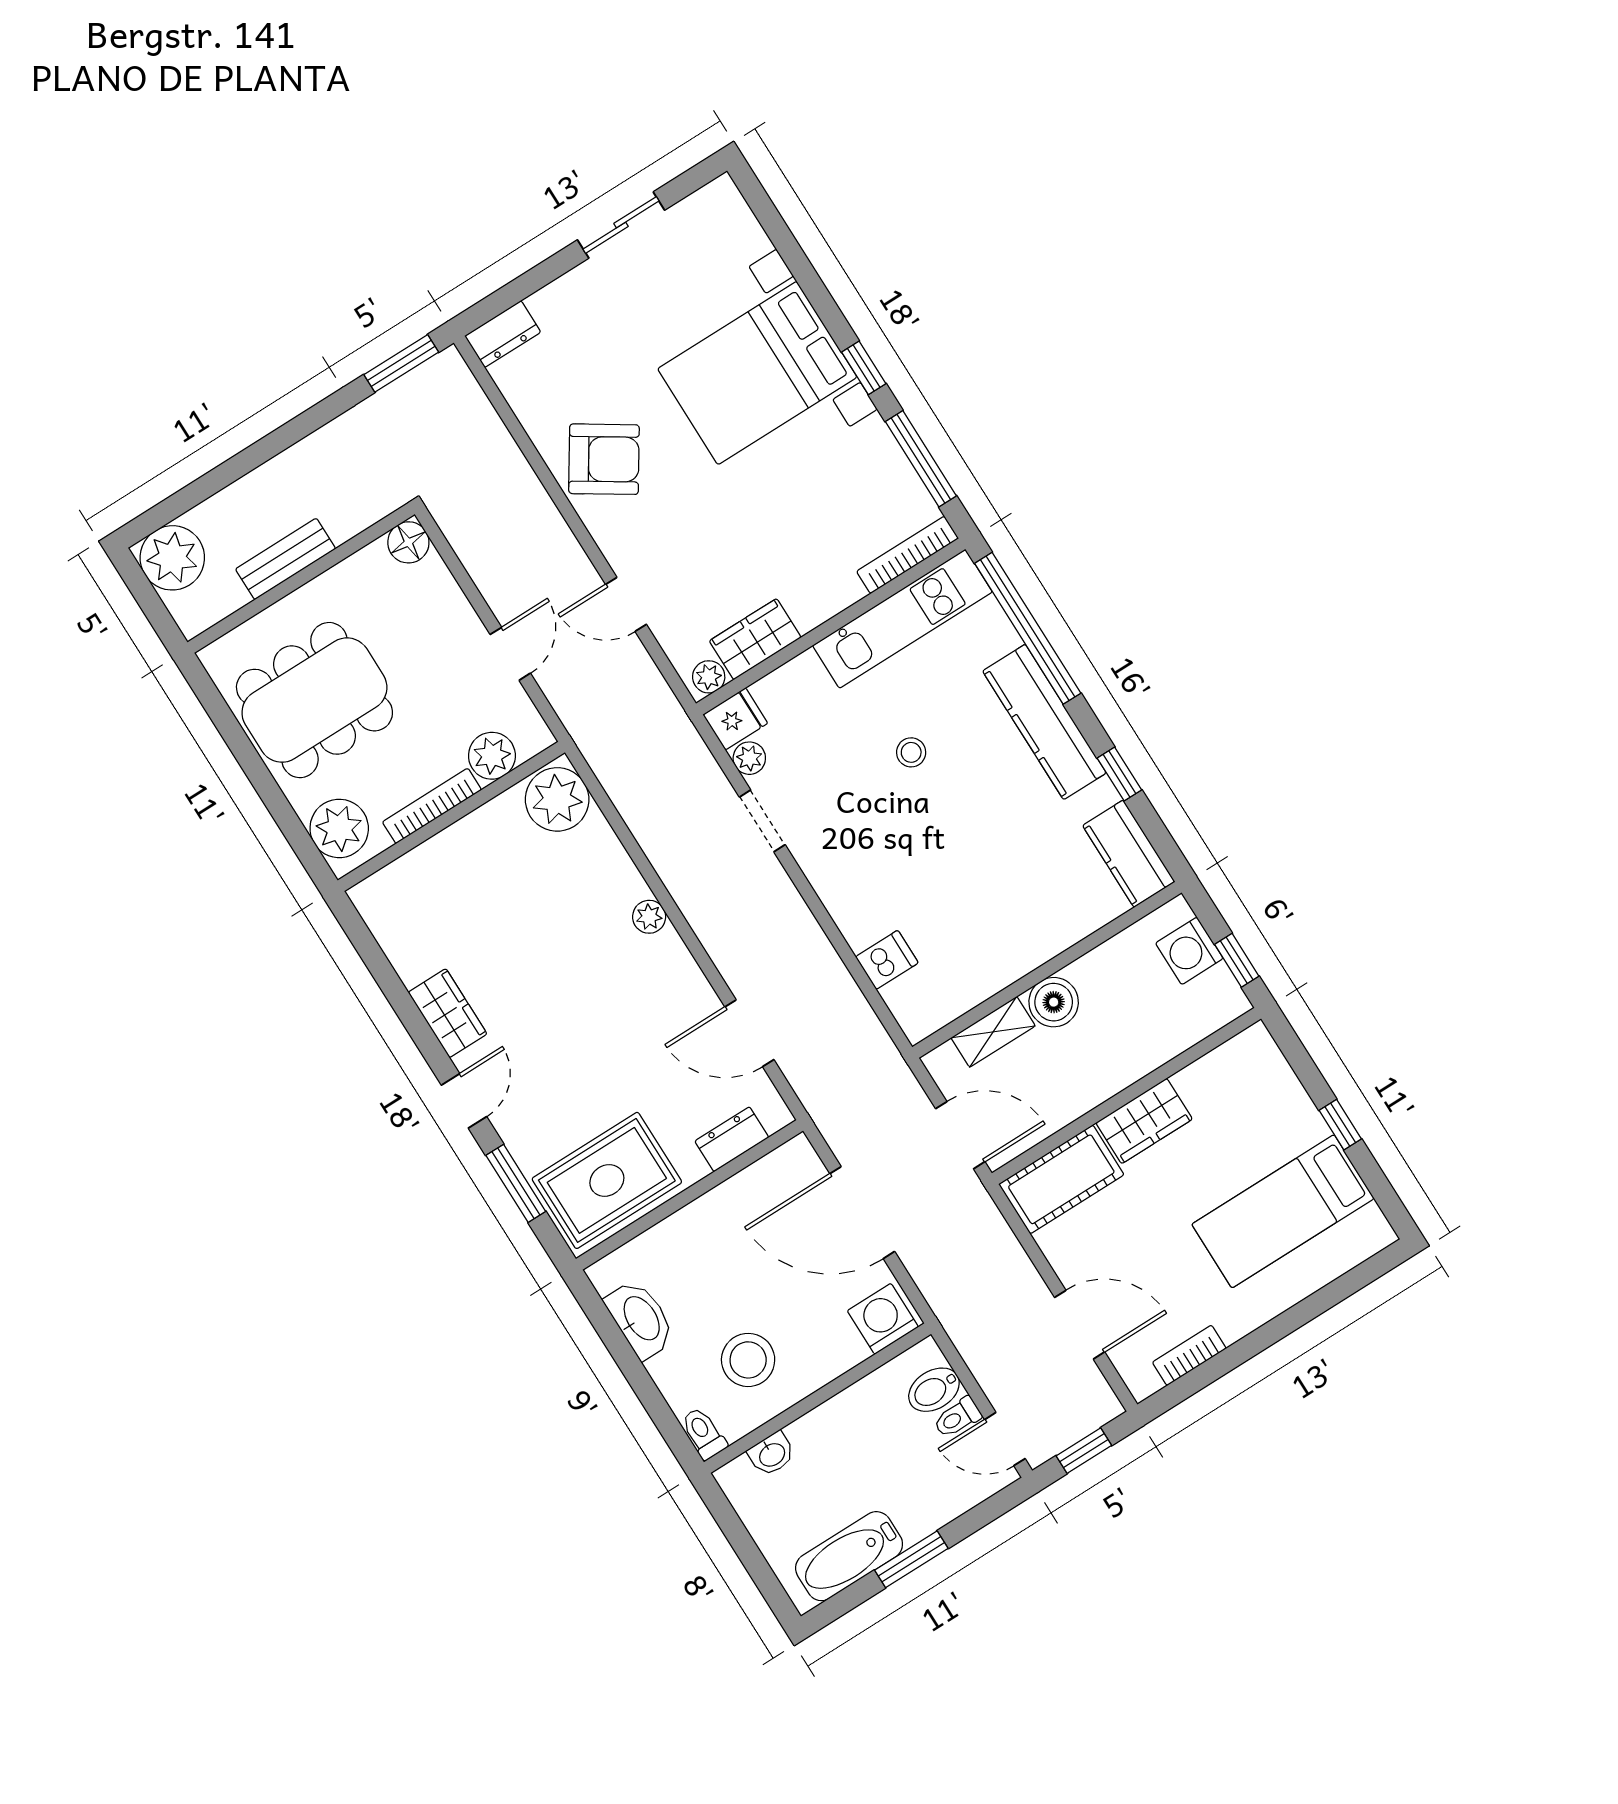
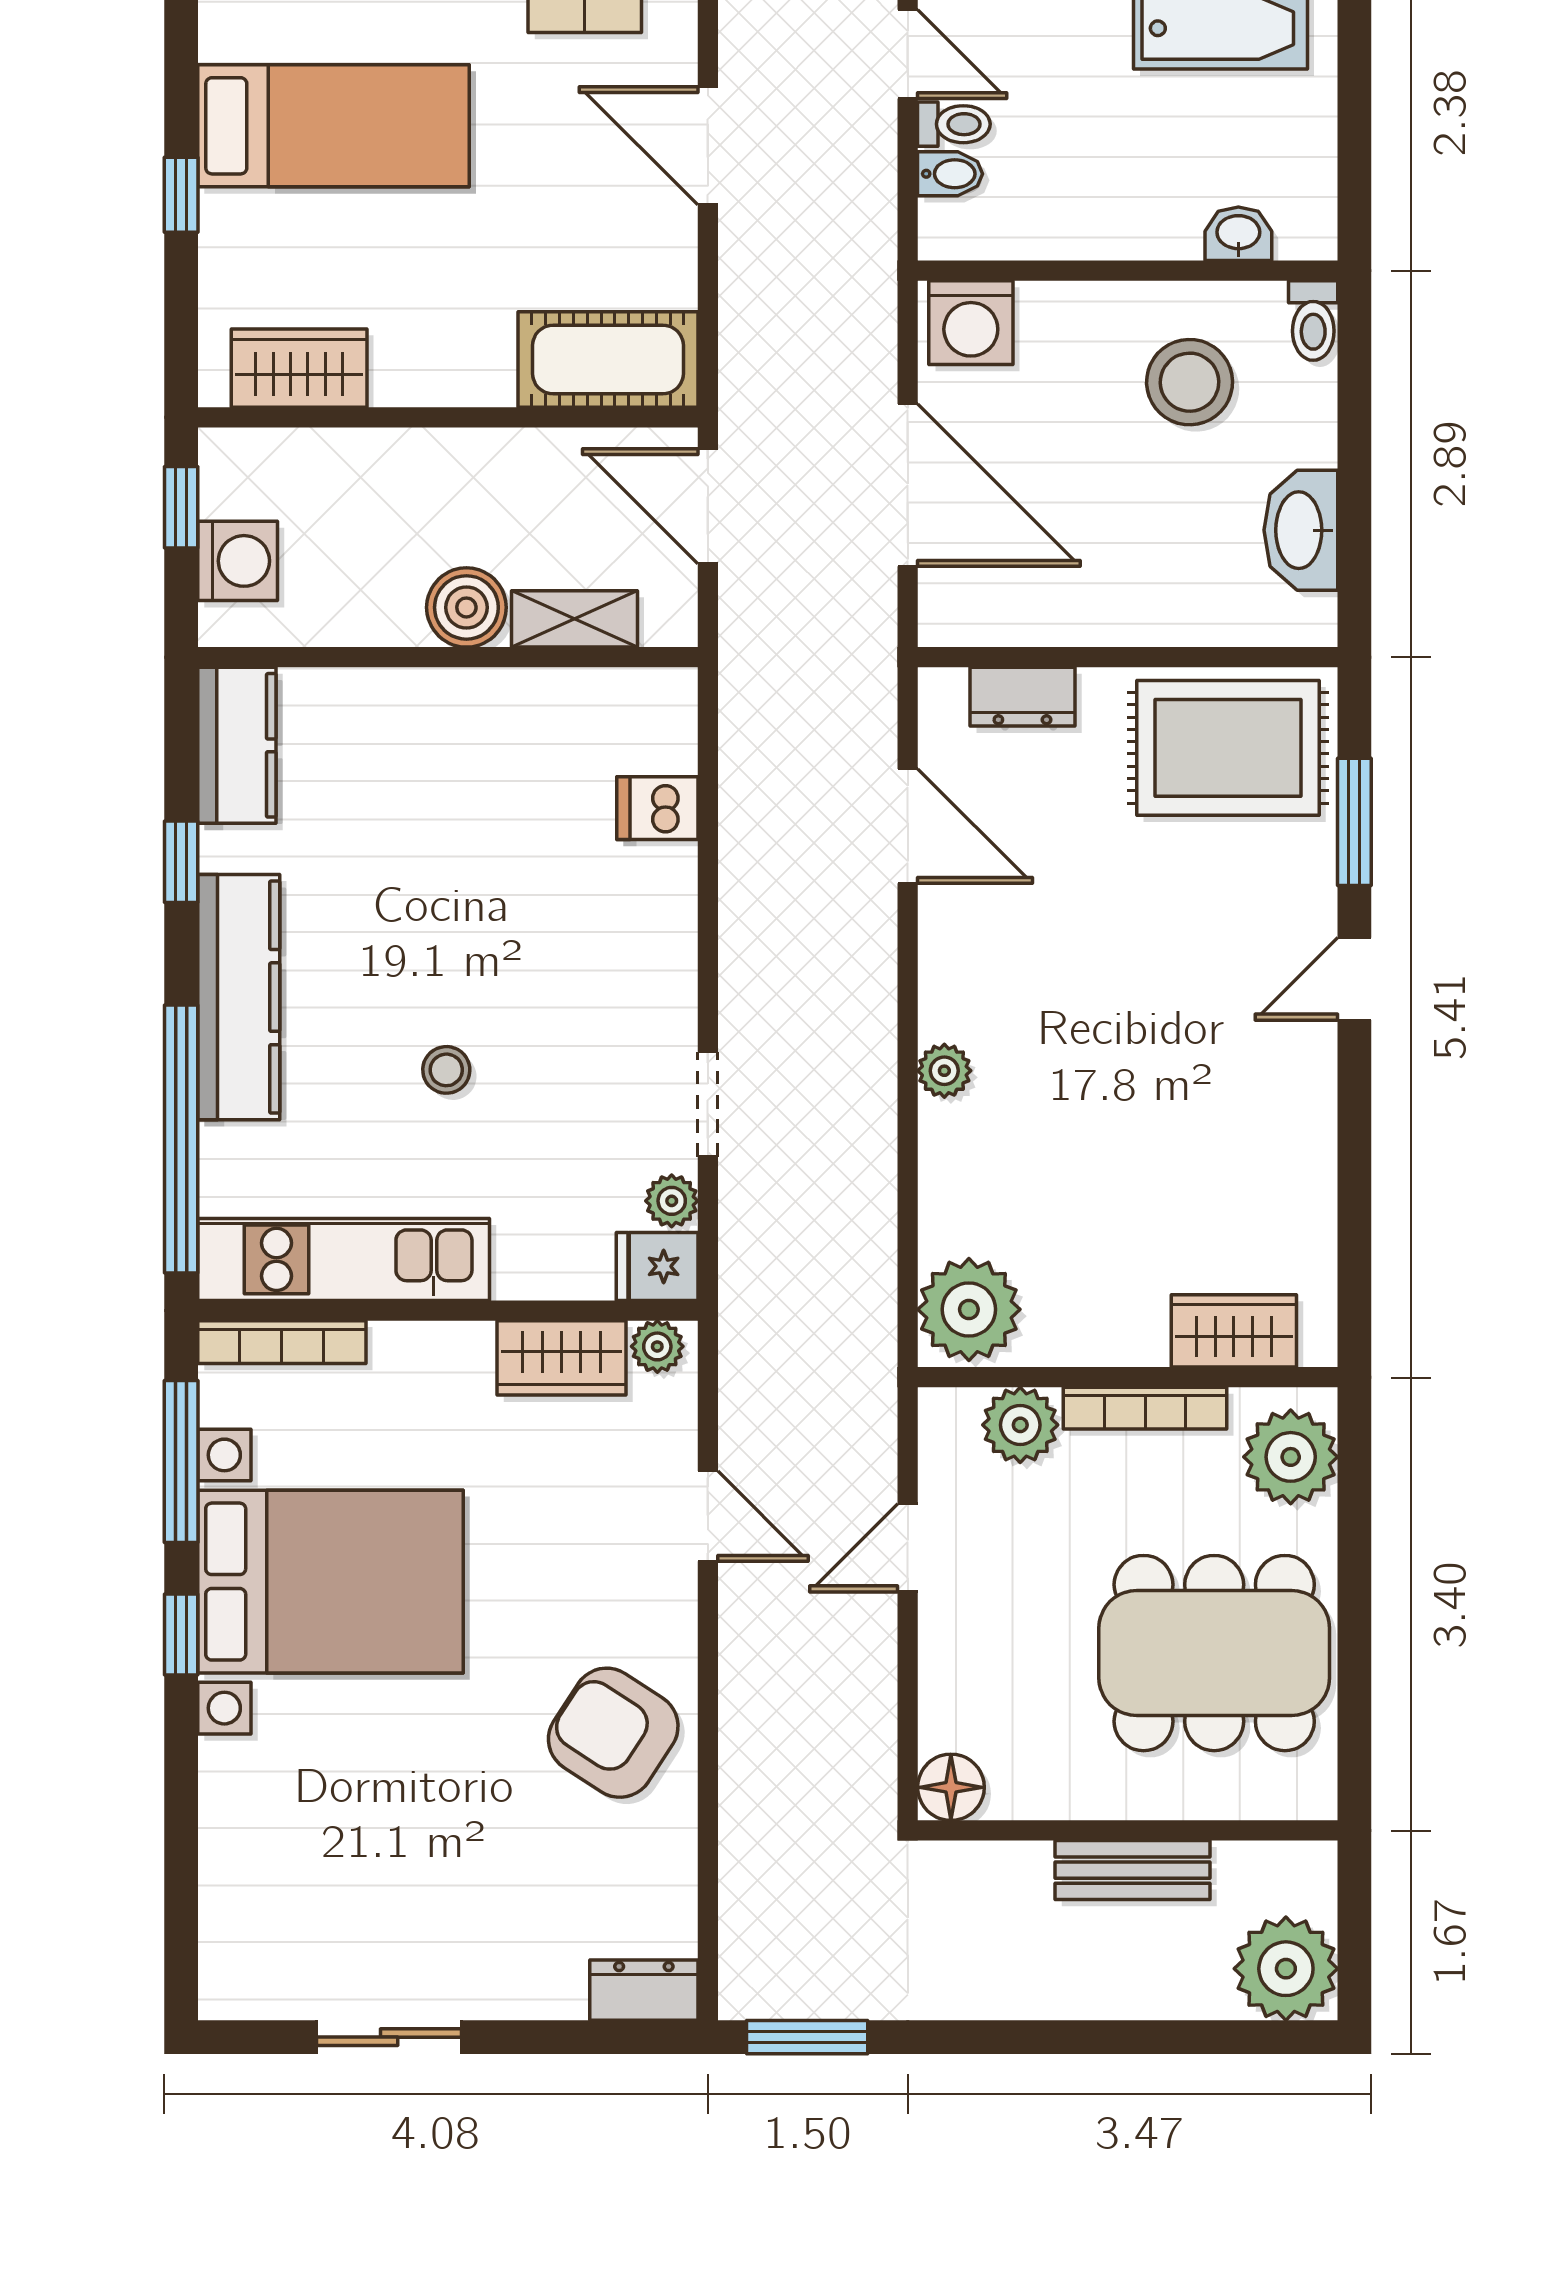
bed with nightstands: (757, 373) -> (330, 1582), moved
wardrobe: (448, 1013) -> (1234, 1331), moved, turned 90
wardrobe: (1144, 1121) -> (299, 368), moved
bidet: (934, 1390) -> (950, 174), width x0.72, depth x0.74

